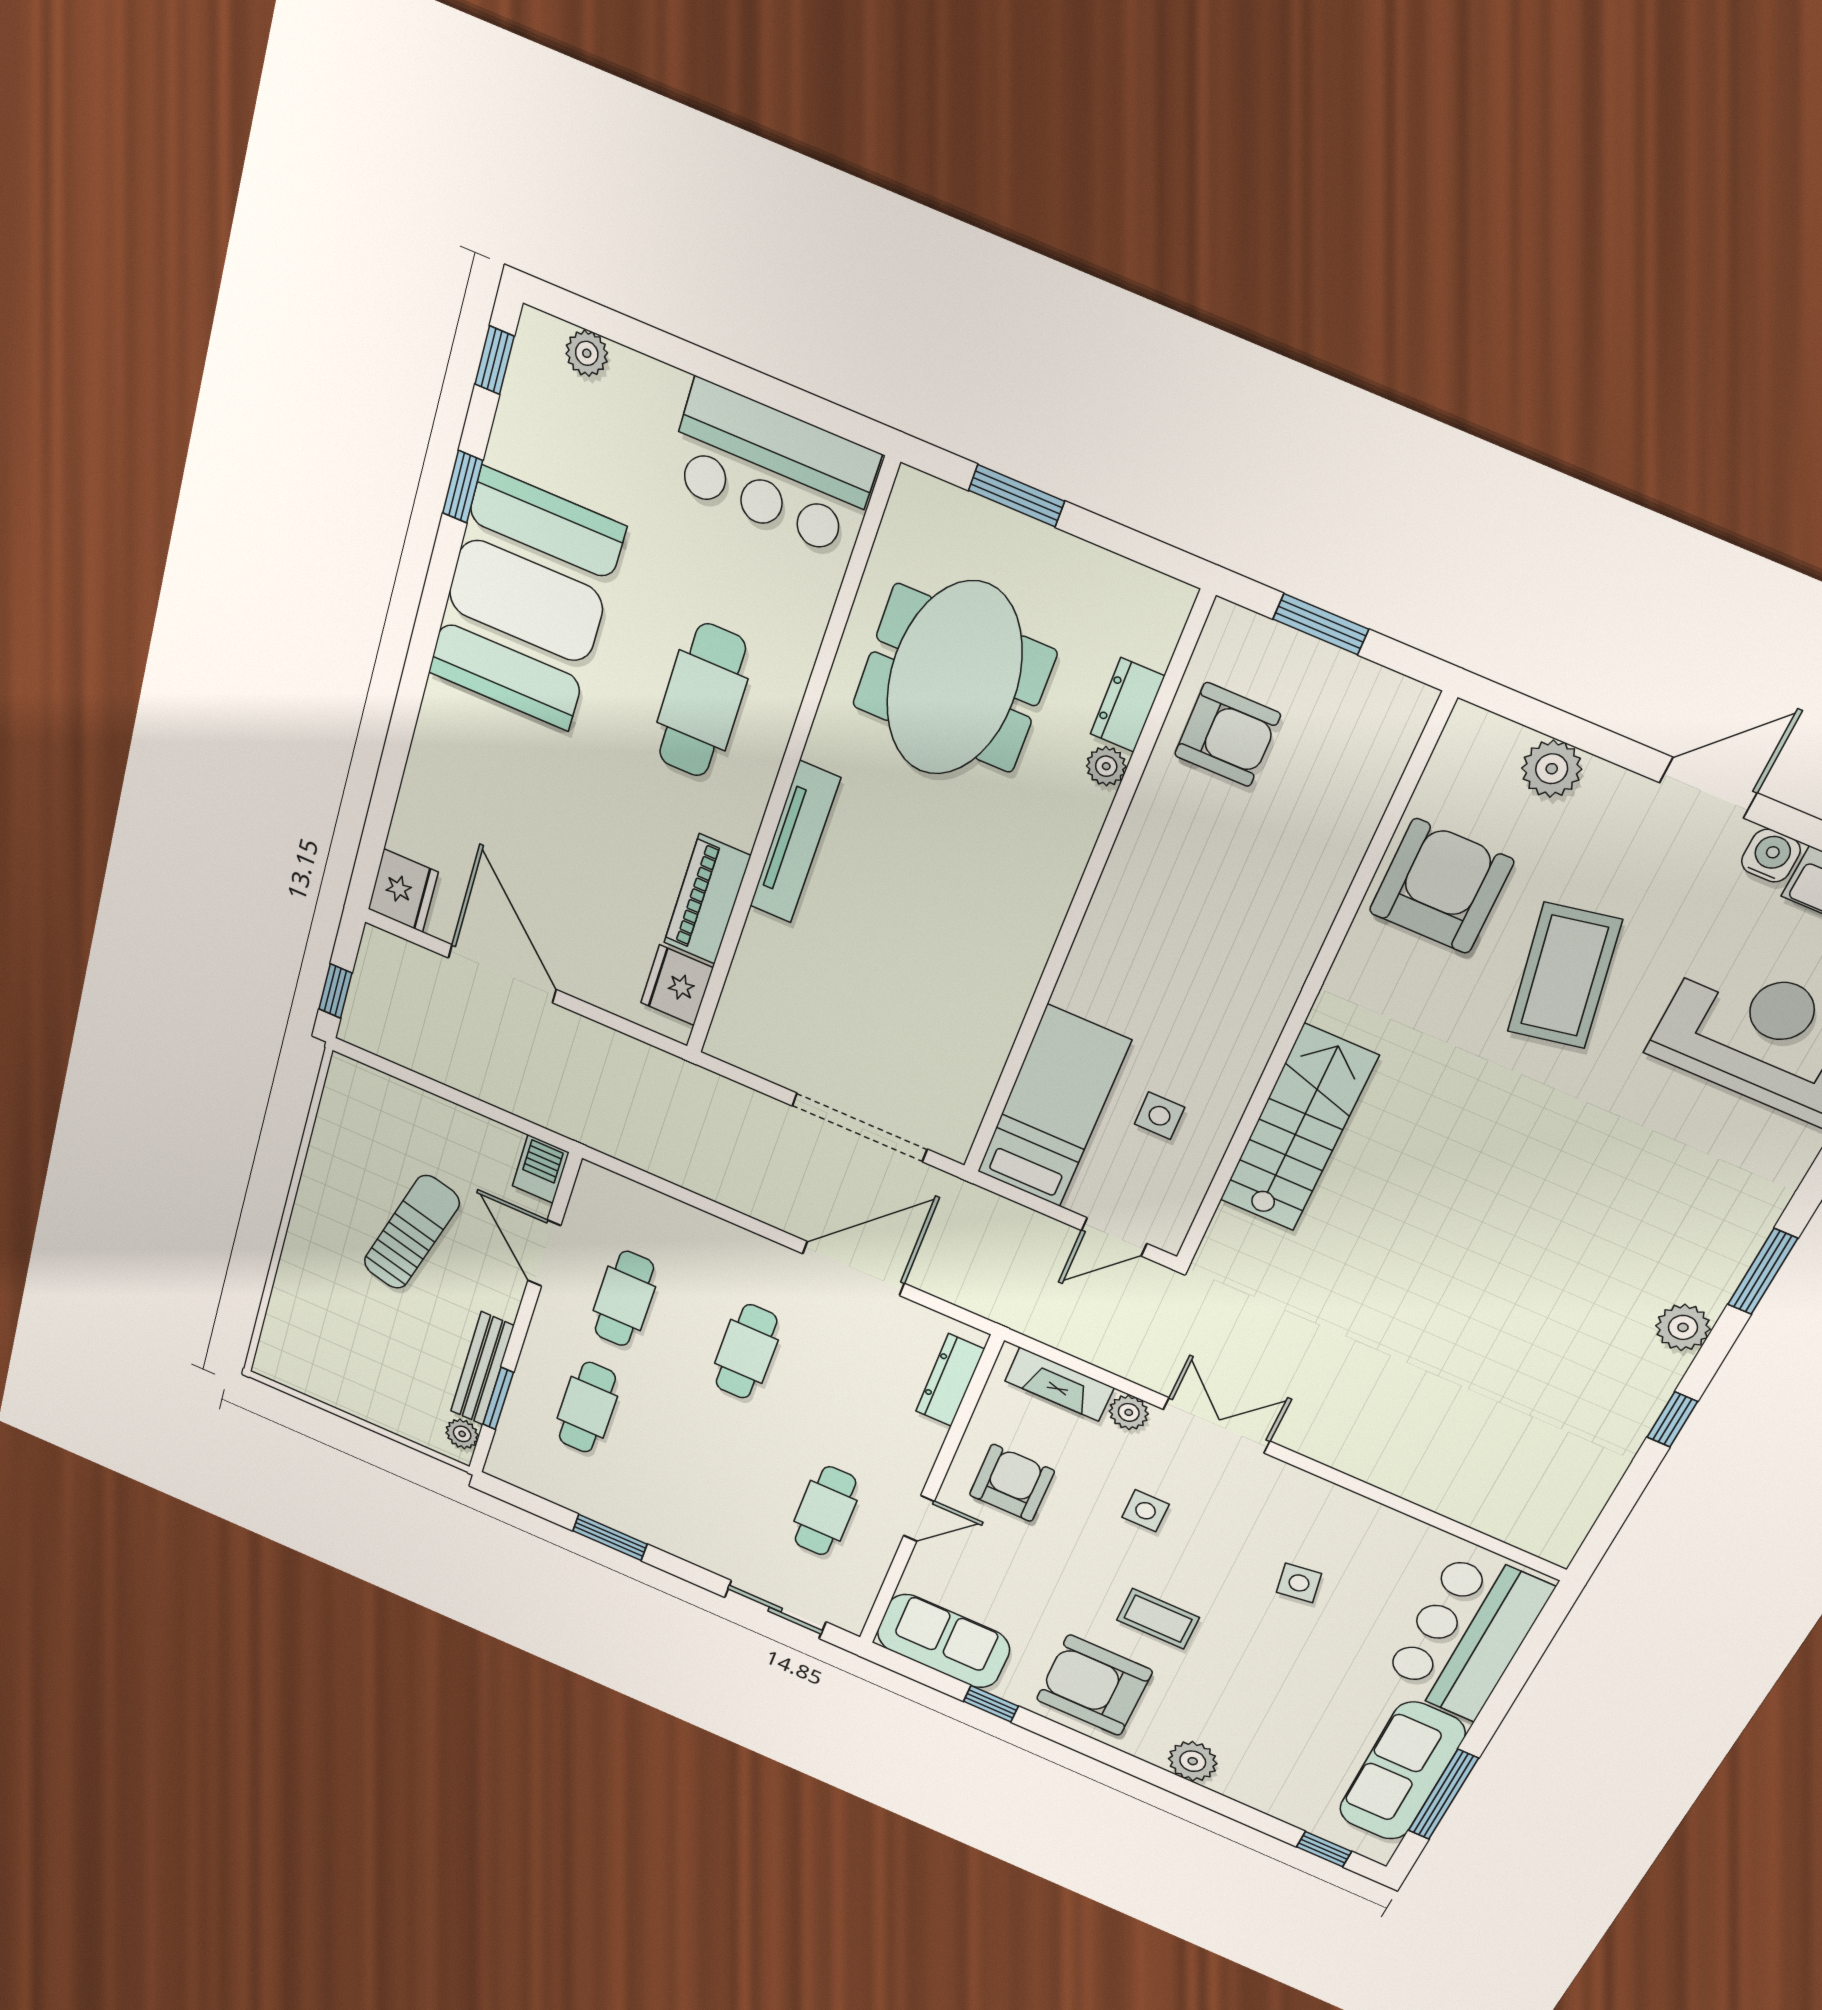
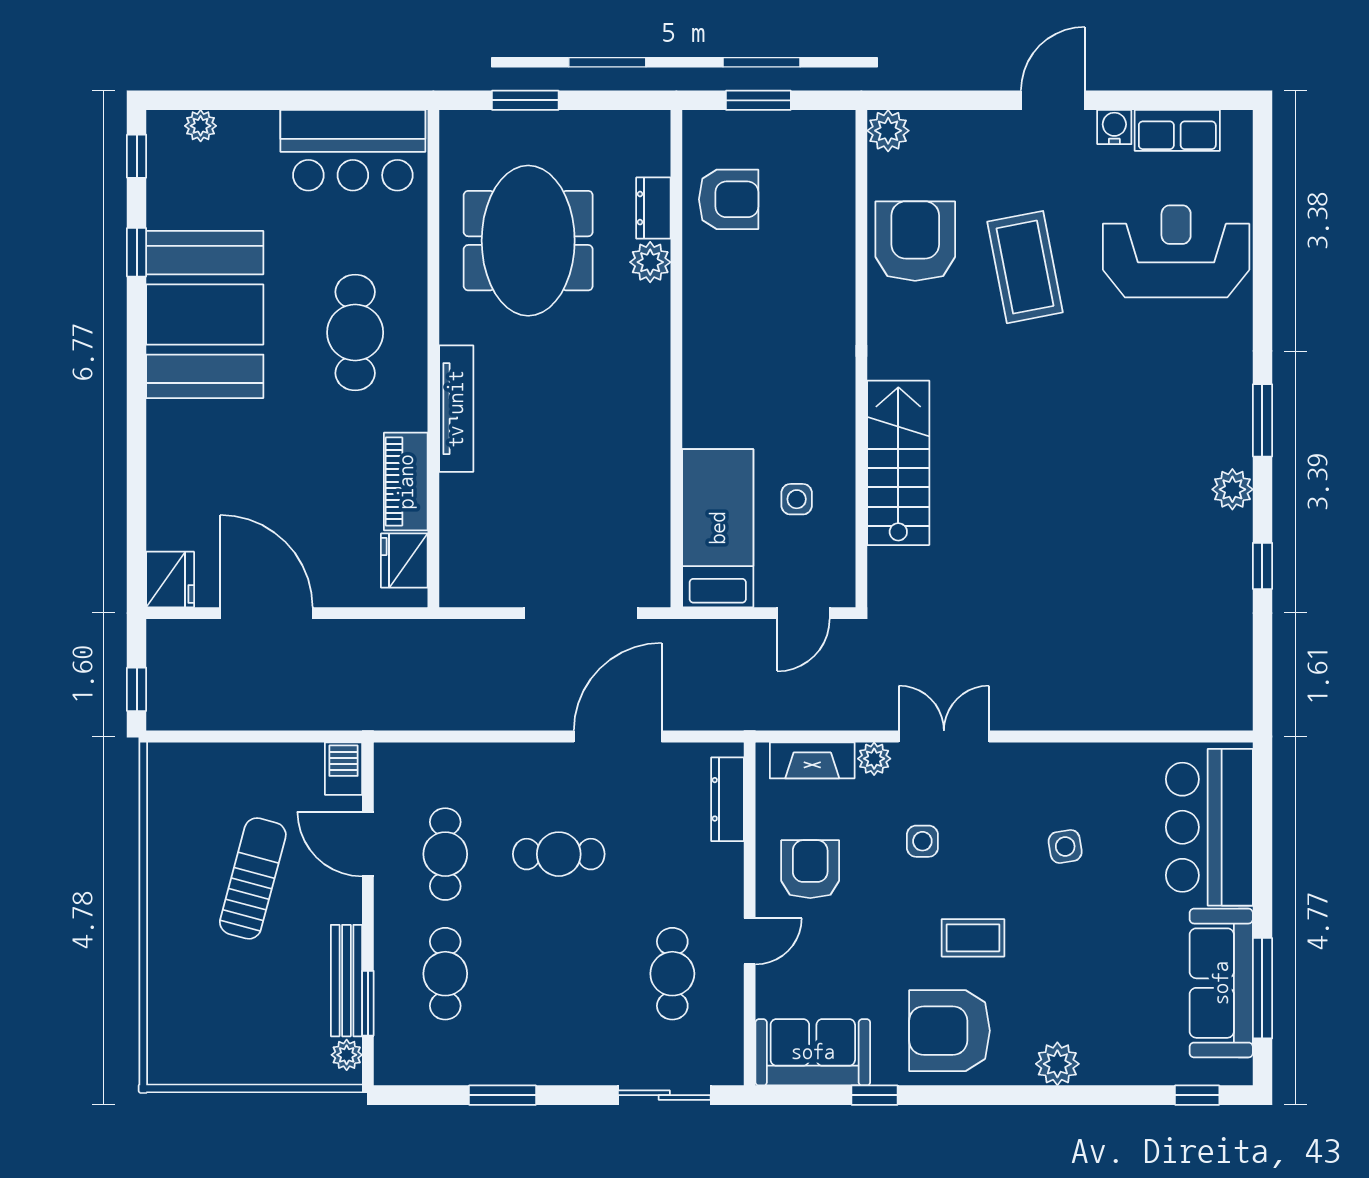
plant: (1106, 766) -> (650, 262), width x1.38, depth x1.38
plant: (1552, 769) -> (888, 131), moved
cafe table: (746, 1352) -> (559, 854), turned 90

